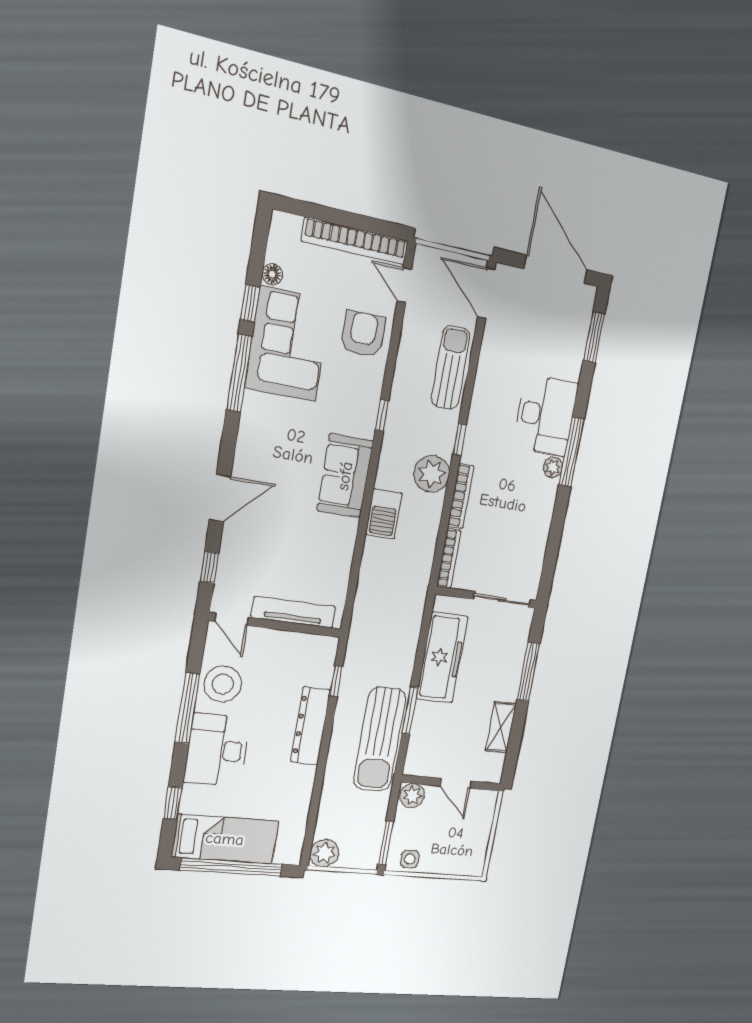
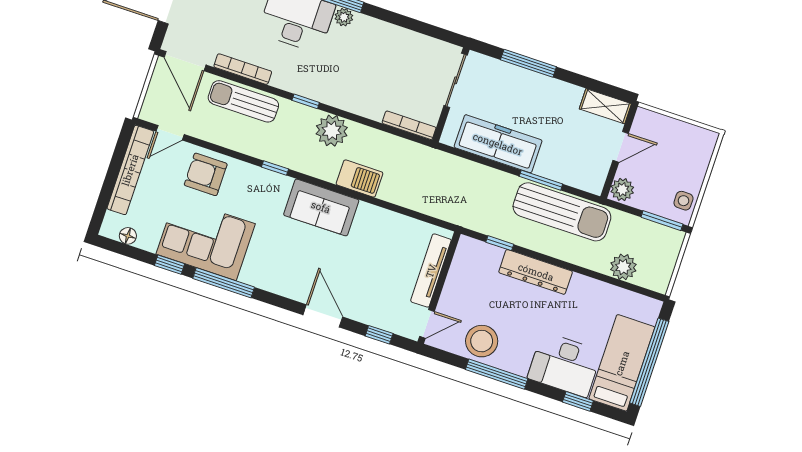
floor lamp: (272, 274) -> (128, 236), moved
door: (486, 293) -> (185, 61), hinge flipped
bookcase: (461, 496) -> (243, 69), moved
shelving: (501, 727) -> (605, 106), moved
desk: (217, 750) -> (565, 365), moved
plant: (324, 853) -> (623, 267), moved

